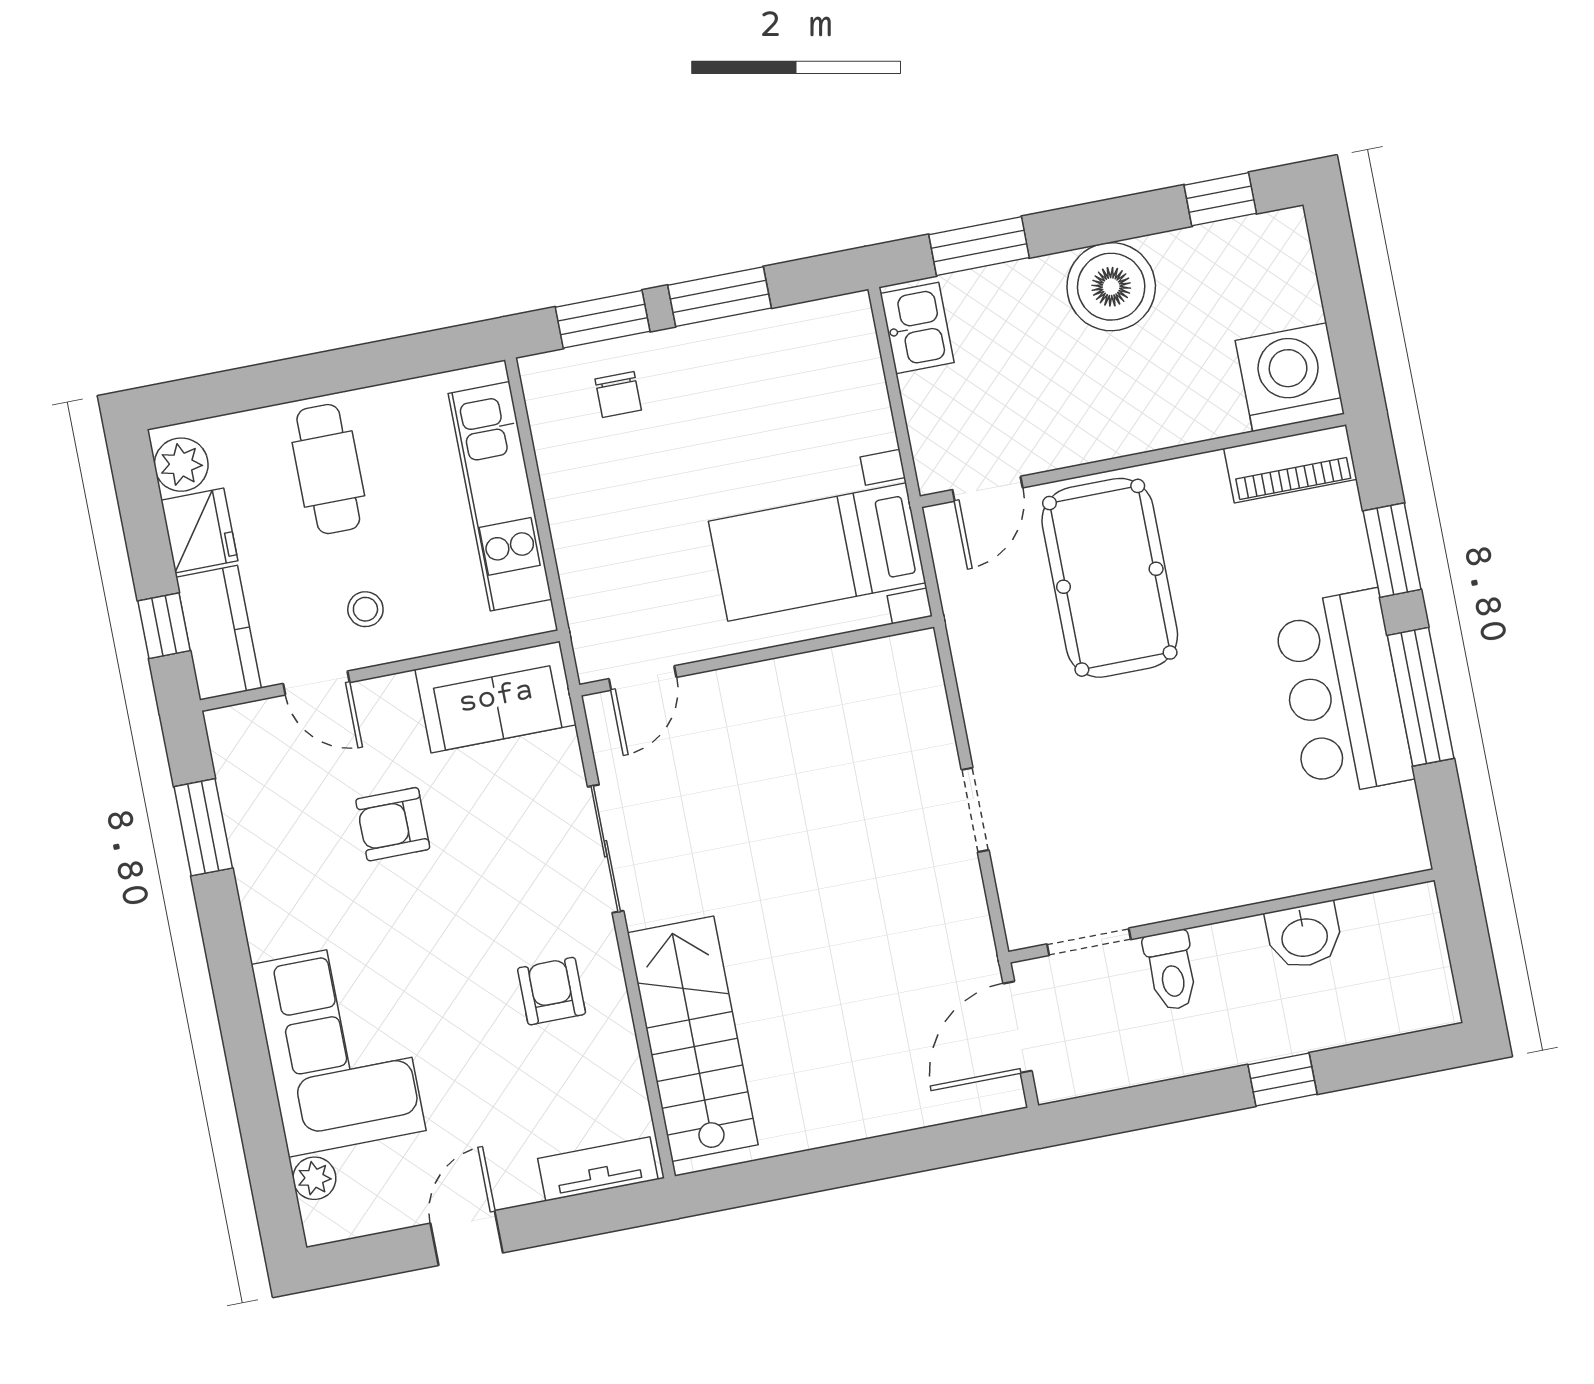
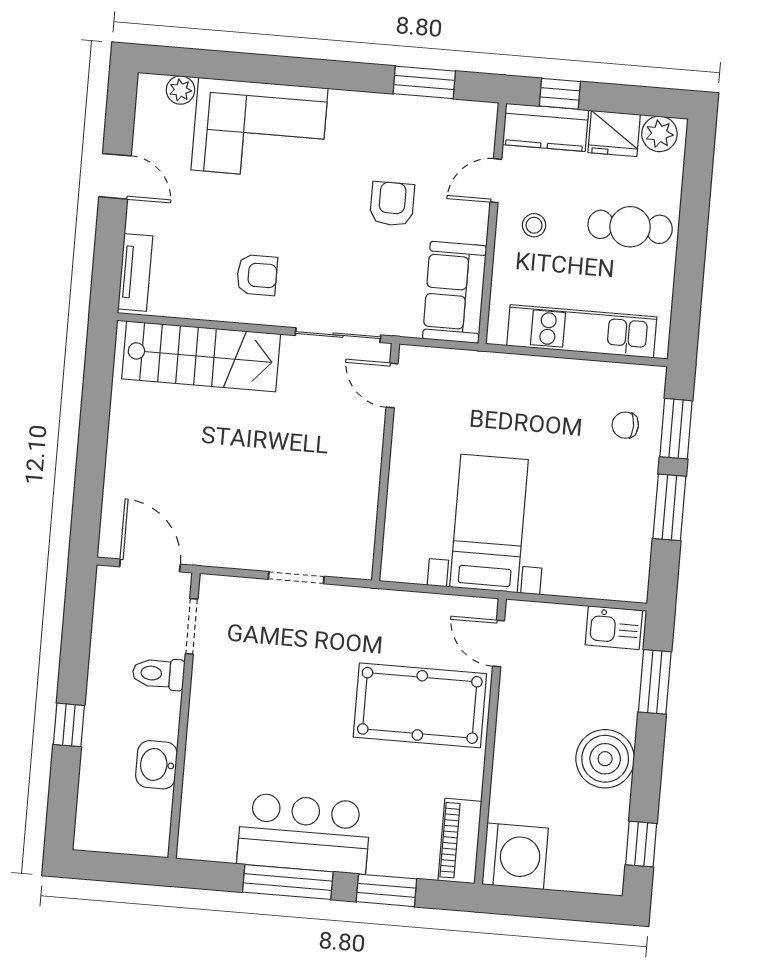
wall: (757, 656) -> (386, 462), moved
door: (643, 678) -> (392, 385), moved

